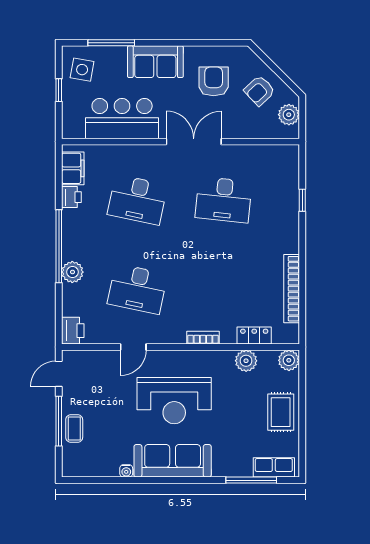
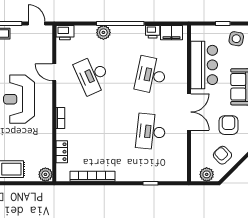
armchair: (214, 81) -> (229, 125), turned -90
desk: (137, 289) -> (92, 75), turned -36
plant: (246, 361) -> (45, 146), removed

